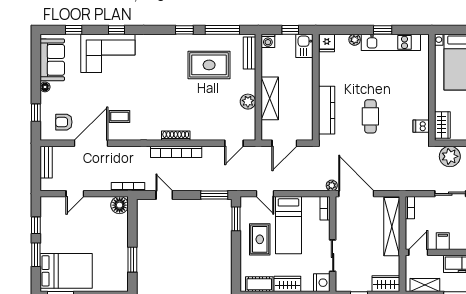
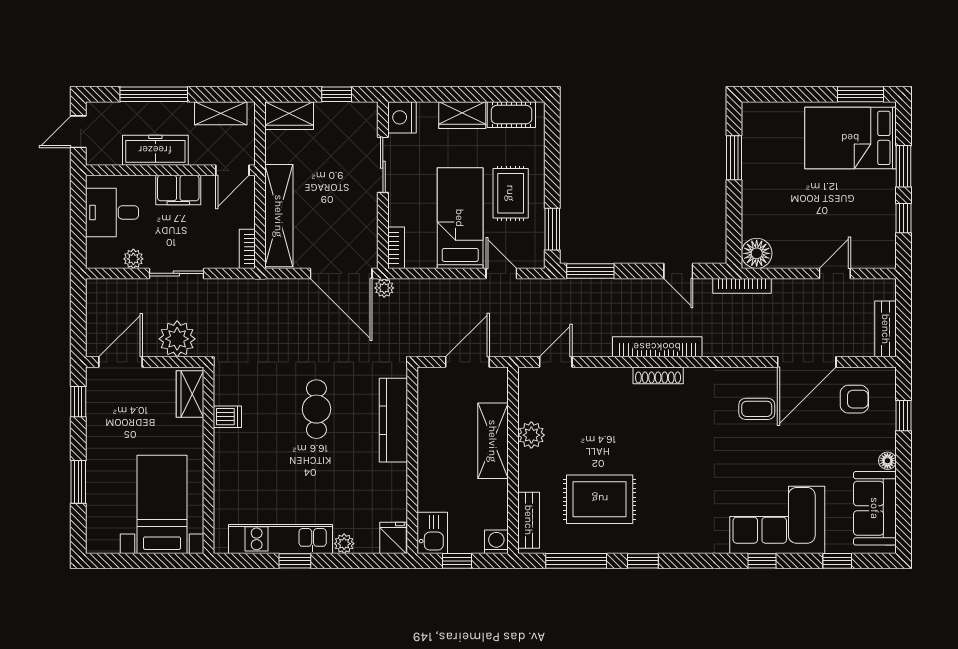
dishwasher: (421, 126) -> (227, 417), moved
filing cabinet: (443, 241) -> (178, 190), width x2.00

